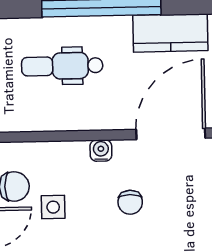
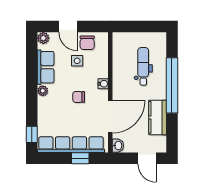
door: (171, 134) -> (110, 117), hinge flipped

